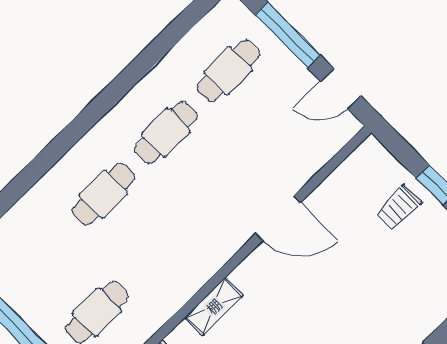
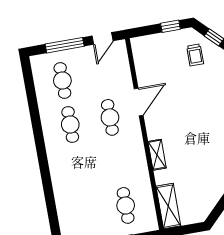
cafe table: (104, 194) -> (110, 117), moved
trolley: (399, 207) -> (195, 55), moved

